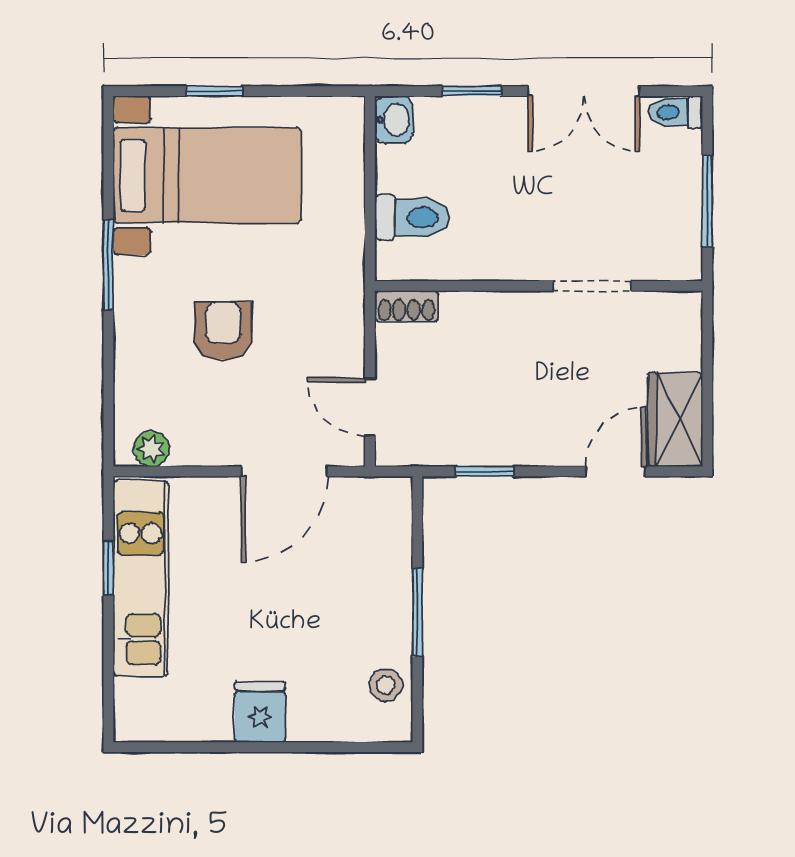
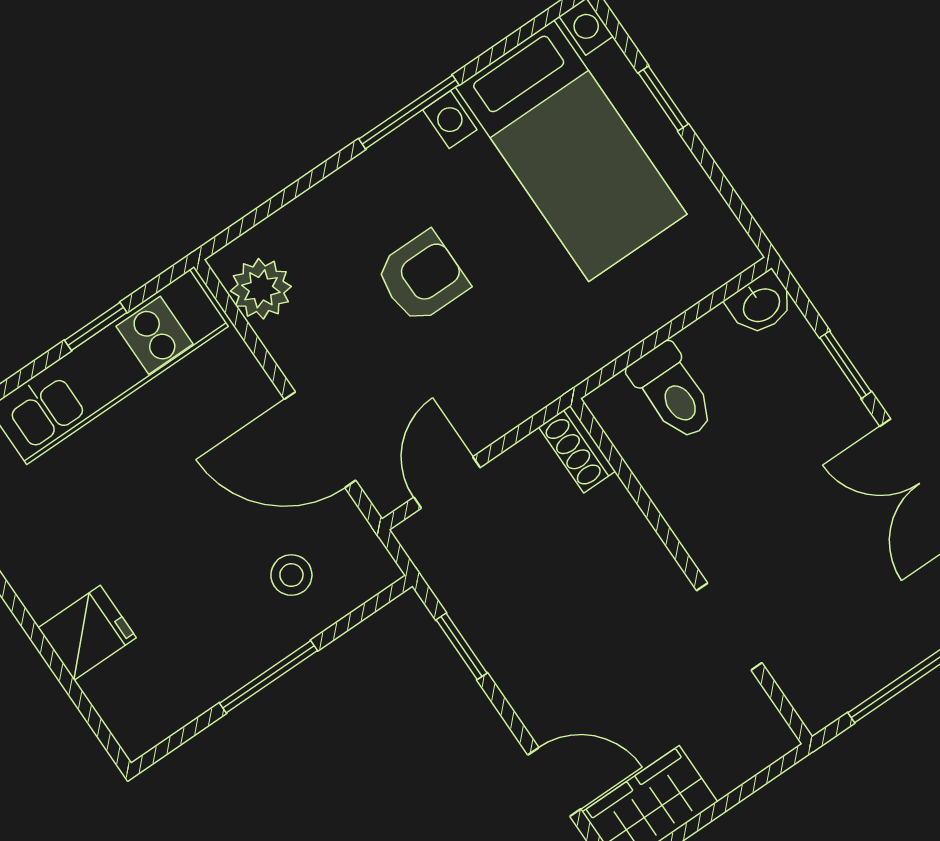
plant: (151, 449) -> (261, 289), width x1.38, depth x1.38
stool: (386, 685) -> (291, 575), moved
fridge: (260, 712) -> (87, 633), moved

